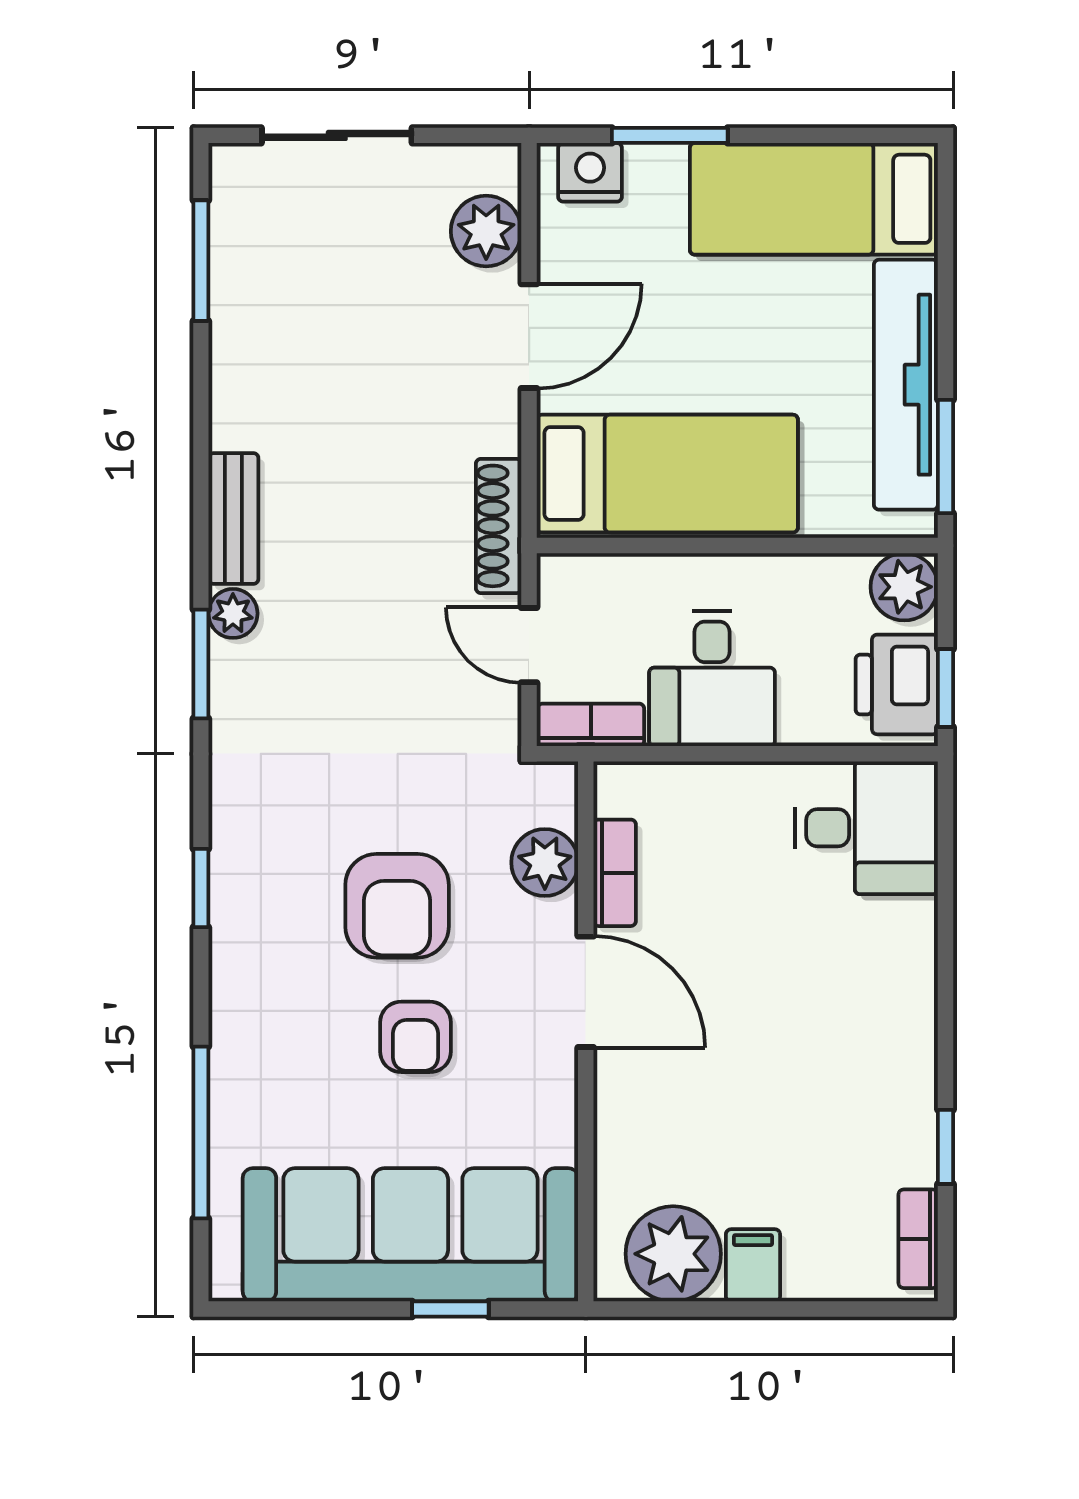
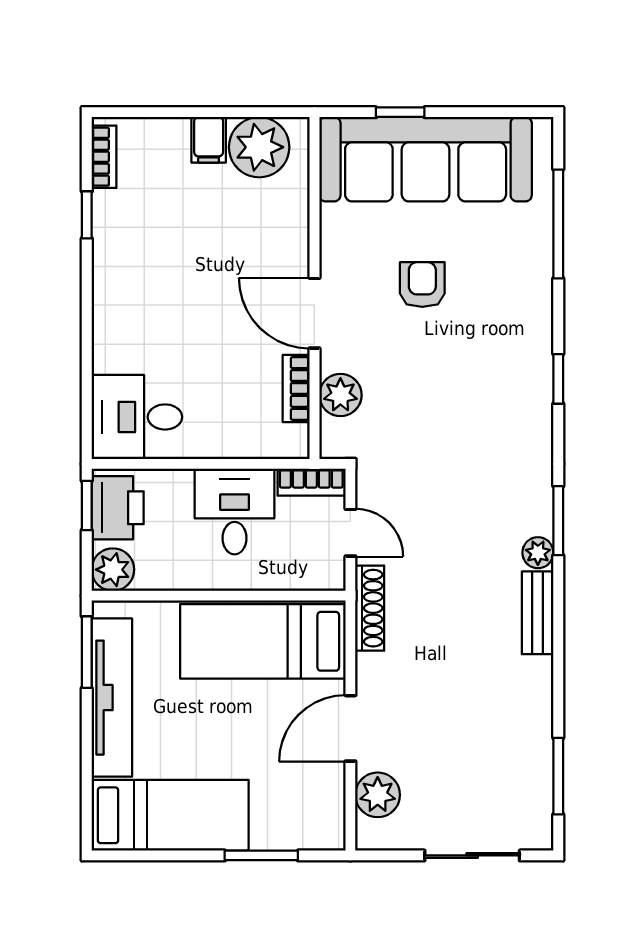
nightstand: (590, 172) -> (312, 832), removed
armchair: (397, 906) -> (434, 368), removed

